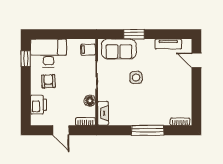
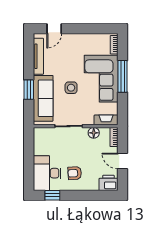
tv unit: (168, 44) -> (38, 56), width x1.41
sofa: (119, 49) -> (43, 98), width x1.36
filing cabinet: (88, 50) -> (44, 134), removed
printer: (39, 105) -> (108, 183), moved
corner sofa: (145, 108) -> (101, 79), added
door: (61, 130) -> (123, 161), swing flipped

